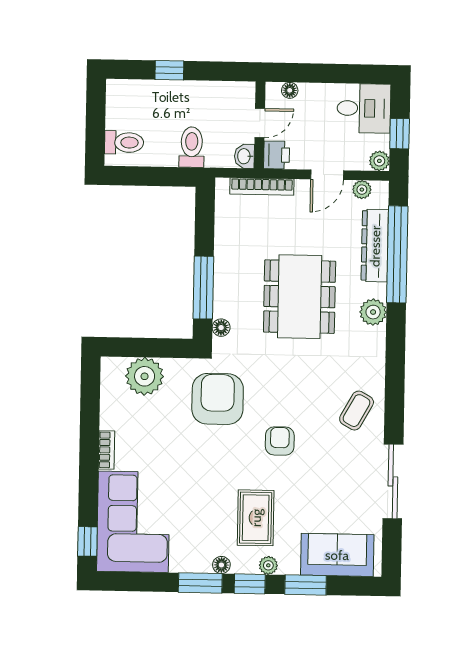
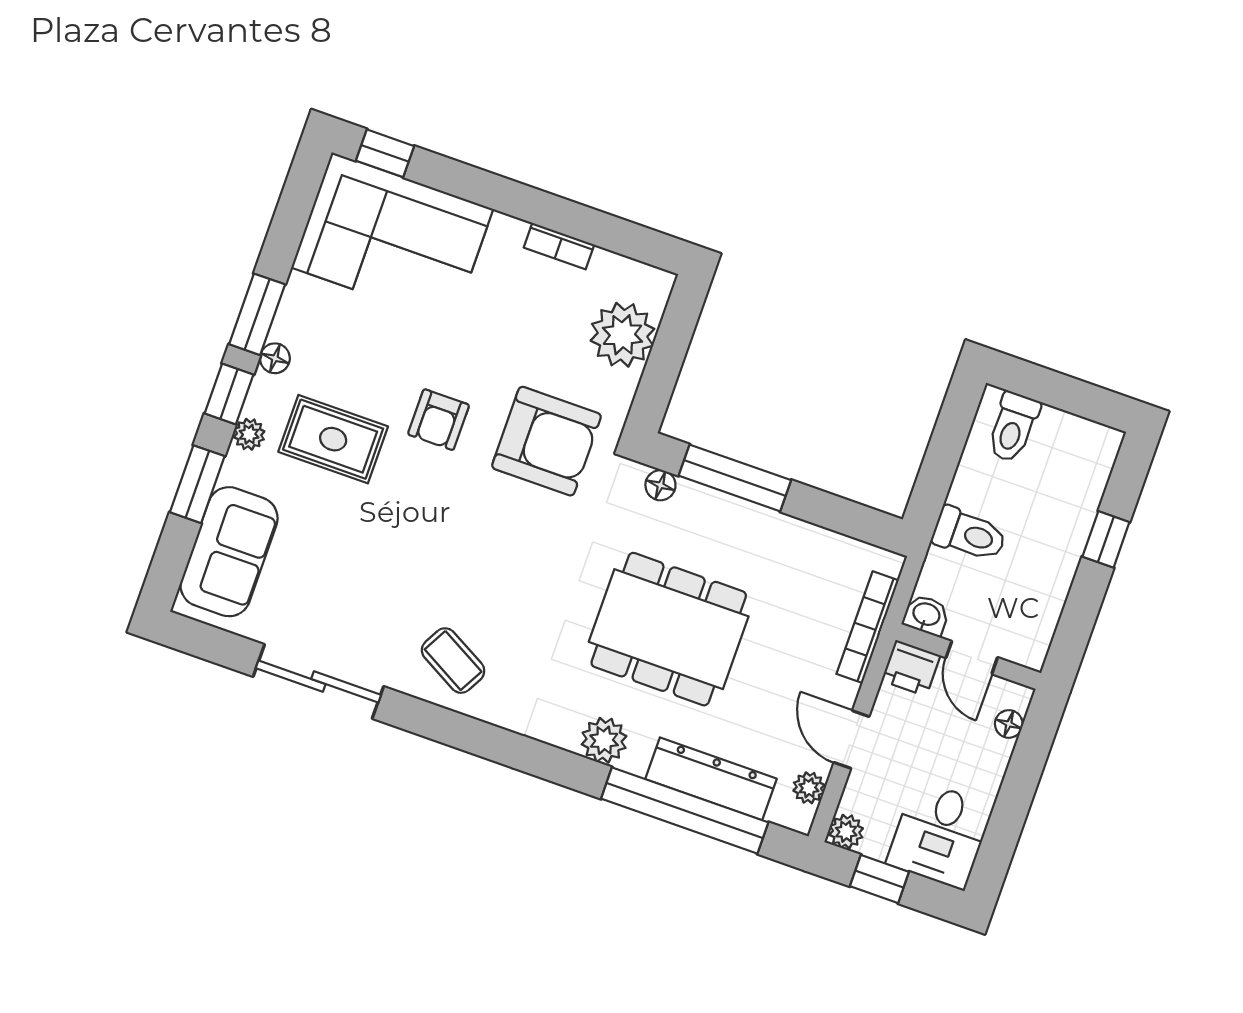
armchair: (280, 441) -> (439, 420), moved, turned 90
bookcase: (107, 450) -> (559, 246), moved

